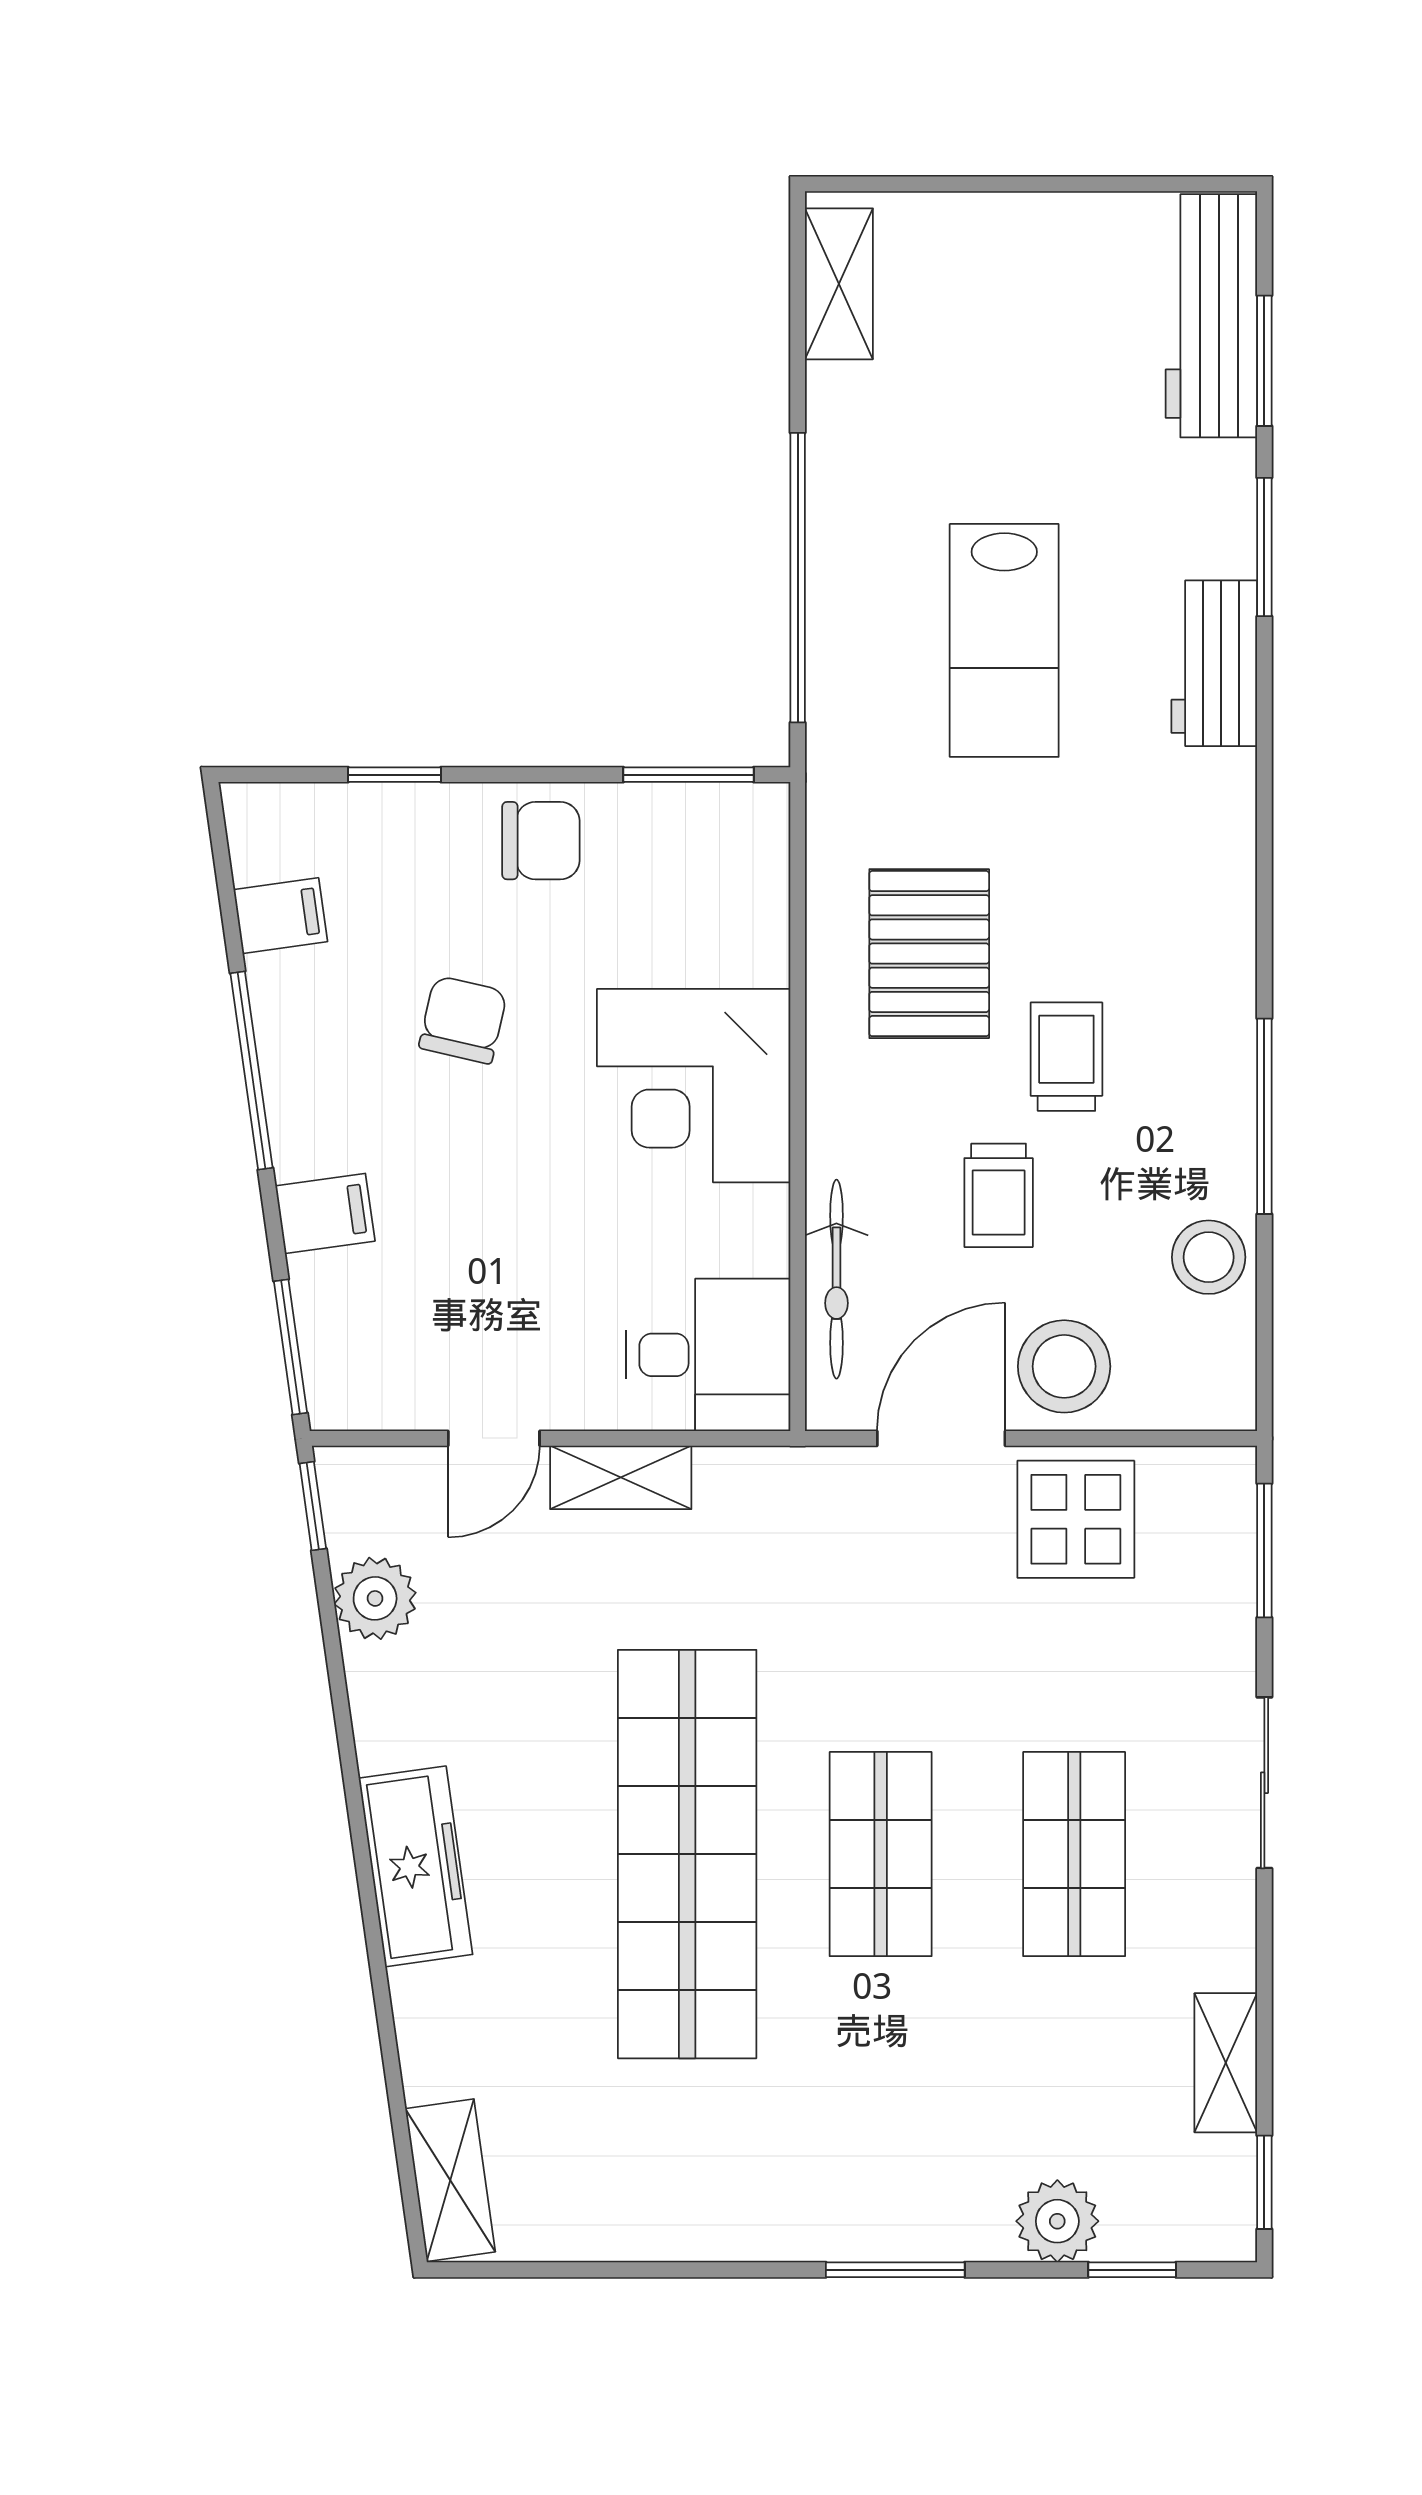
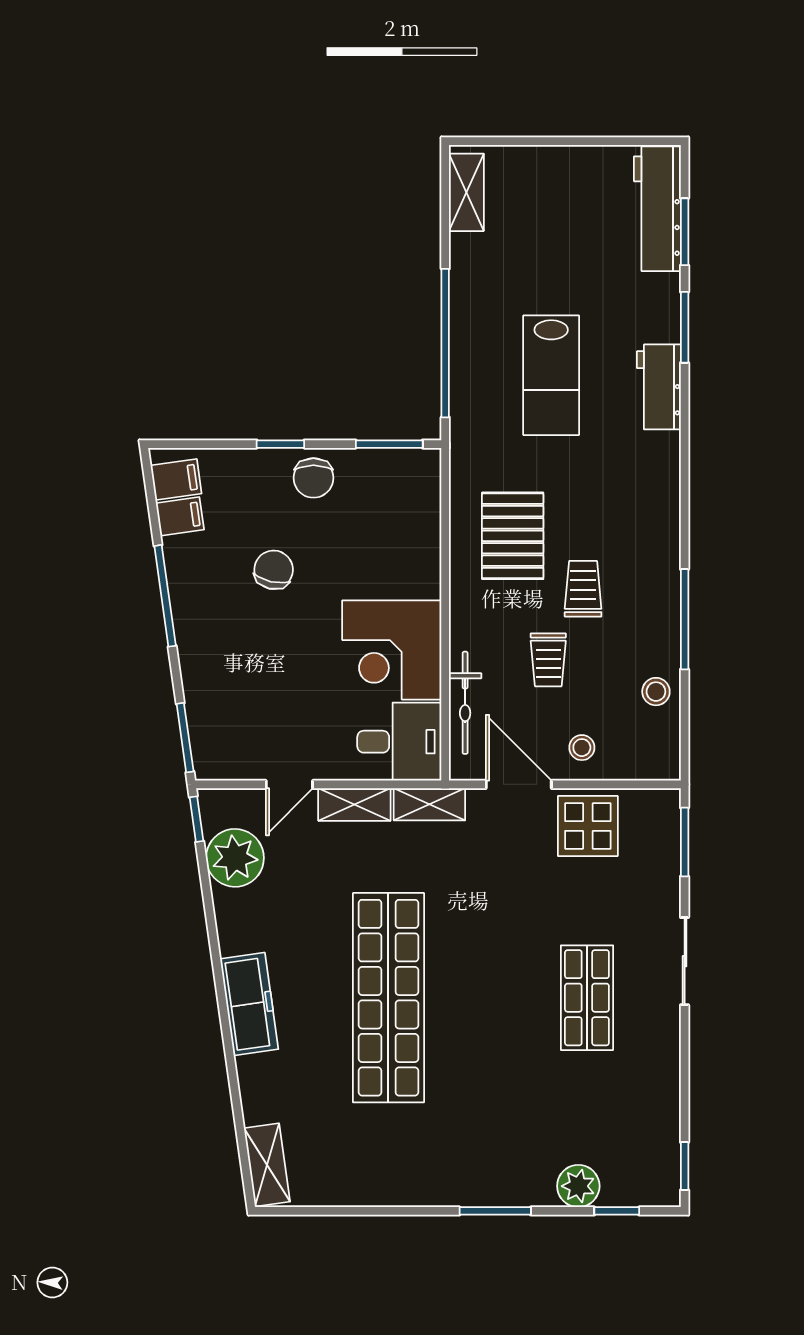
window: (394, 775) -> (280, 444), moved
chair: (541, 841) -> (313, 478), turned 90
corner desk: (694, 1086) -> (392, 650), moved
filing cabinet: (325, 1213) -> (176, 479), moved
stool: (1209, 1257) -> (656, 692), width x0.73, depth x0.73
stool: (1064, 1366) -> (582, 748), width x0.53, depth x0.53
door: (941, 1438) -> (519, 784), hinge flipped
plant: (375, 1598) -> (235, 858), width x1.36, depth x1.36
shop shelf: (881, 1854) -> (488, 998), removed
shelving: (1226, 2063) -> (429, 804), moved, turned 90

